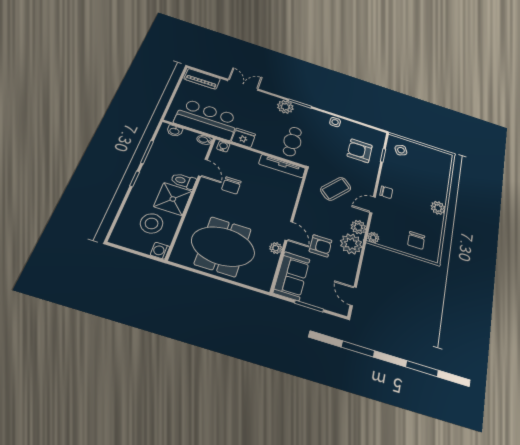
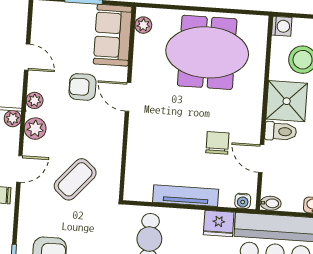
tv unit: (282, 166) -> (186, 196), moved
plant: (351, 244) -> (35, 100), width x0.53, depth x0.53
plant: (276, 248) -> (143, 25), moved
door: (353, 296) -> (27, 57), moved

